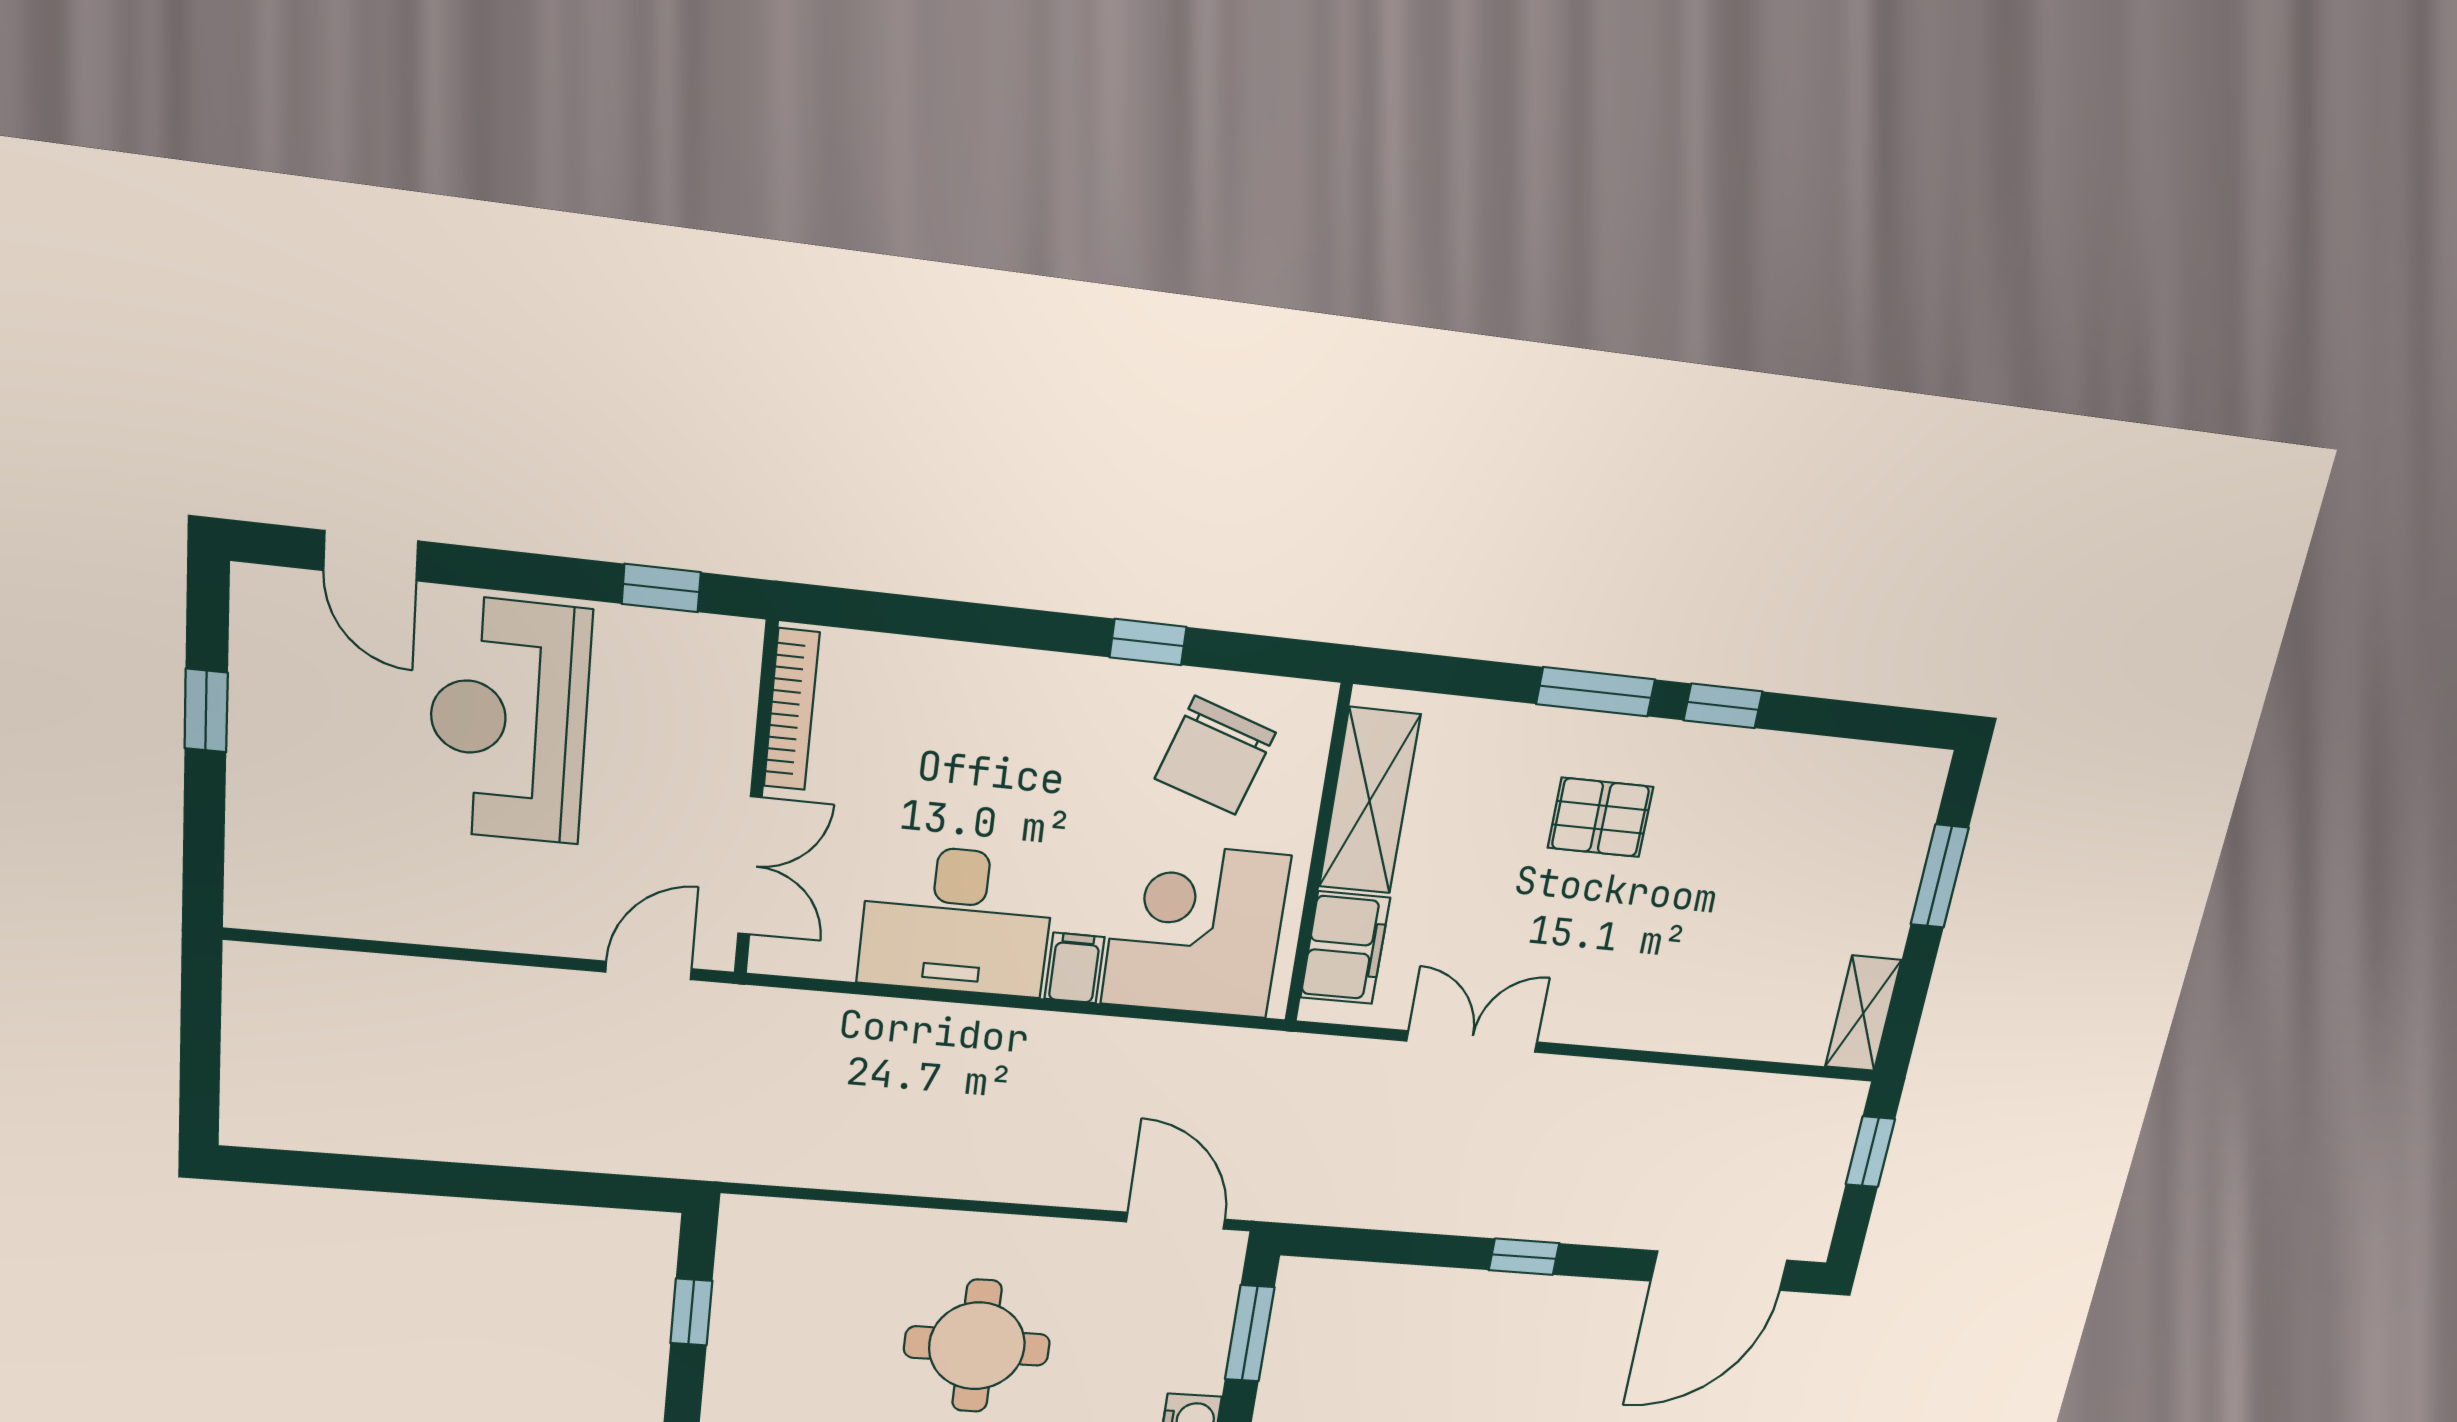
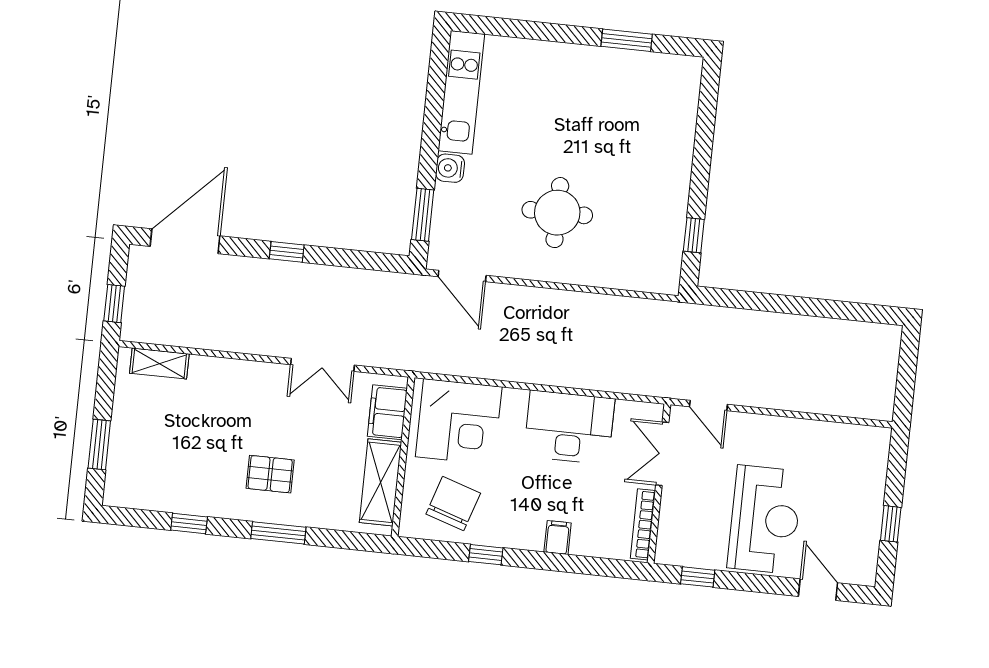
window: (1723, 706) -> (189, 523), moved
filing cabinet: (1075, 968) -> (558, 537), moved, turned 180
door: (649, 970) -> (708, 405), hinge flipped
shelving: (1863, 1013) -> (159, 364), moved, turned 90

